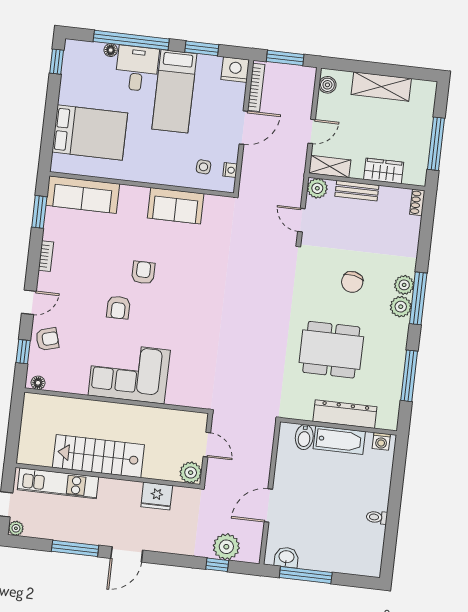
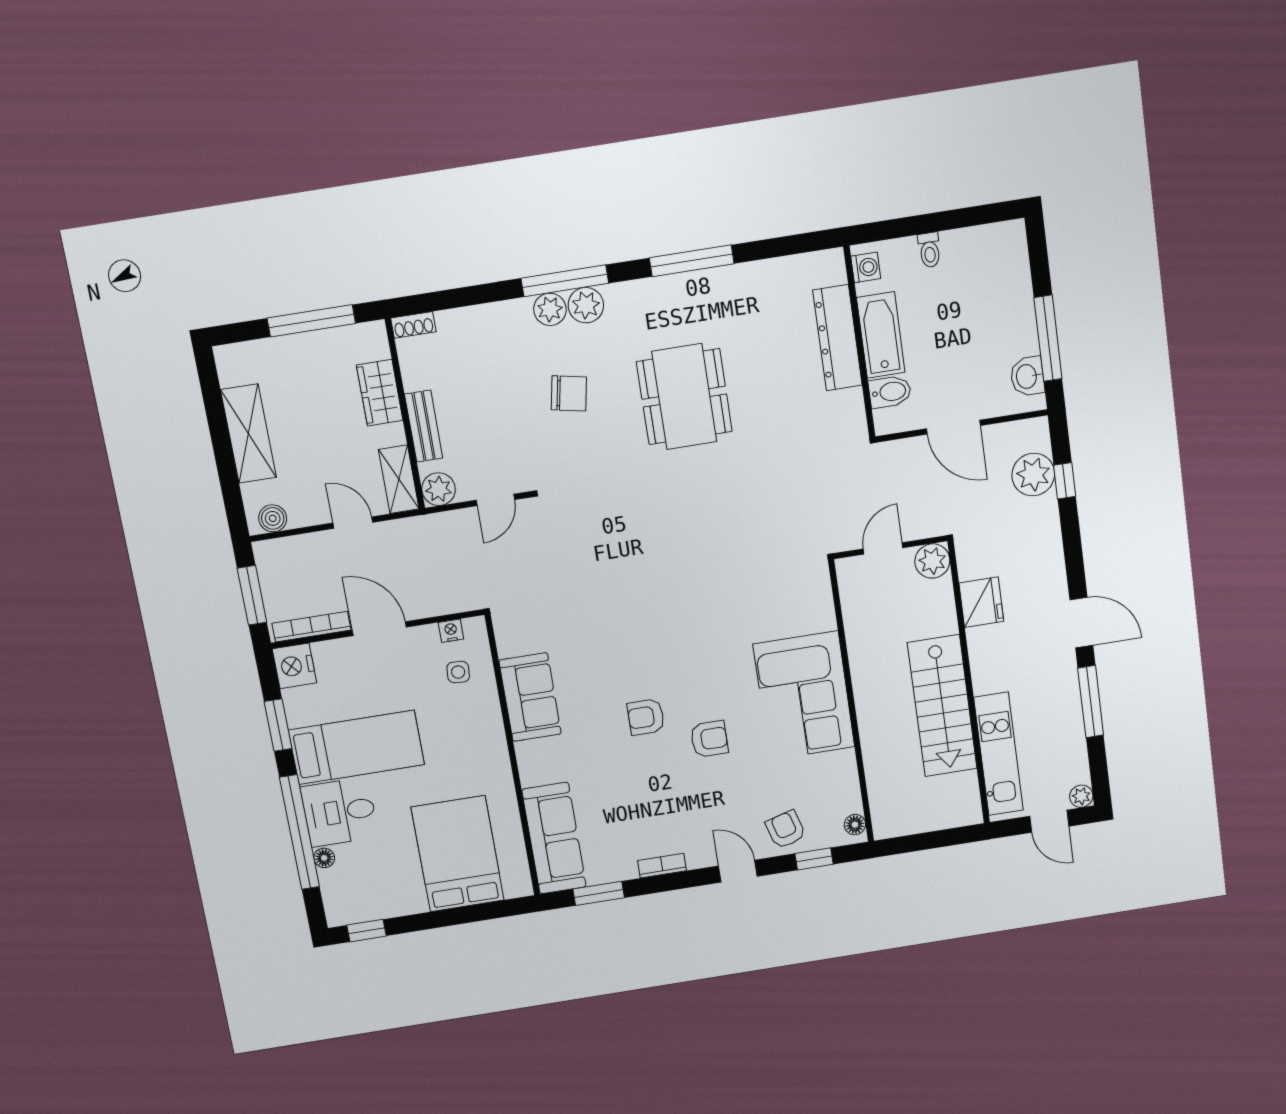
dresser: (345, 414) -> (837, 338), moved
wall: (339, 426) -> (859, 342), moved
bidet: (304, 437) -> (890, 392), moved
bathtub: (339, 440) -> (881, 335), moved
washing machine: (381, 441) -> (866, 267), moved

